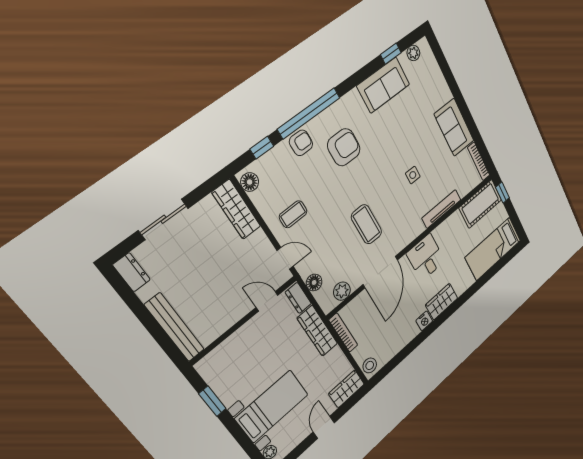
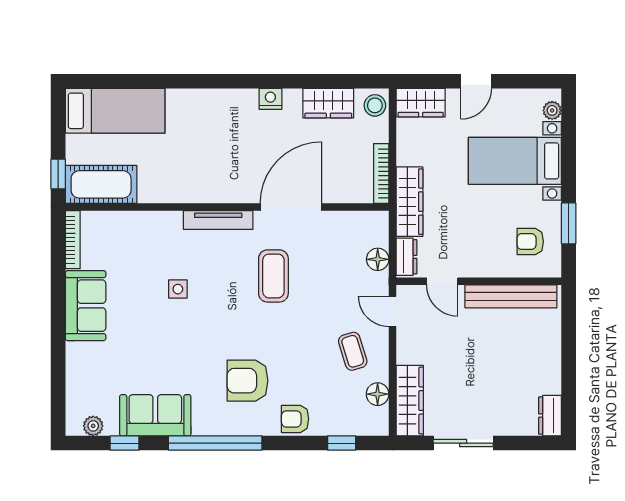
window: (309, 113) -> (215, 443), moved
floor lamp: (250, 182) -> (378, 394), moved
tv unit: (441, 209) -> (218, 220), moved
coffee table: (293, 214) -> (353, 351), turned 73
sliding door: (163, 219) -> (463, 443), moved
desk: (426, 257) -> (220, 177), removed
plant: (342, 291) -> (352, 223), removed
wardrobe: (442, 302) -> (328, 103), moved
bench: (175, 327) -> (511, 296), moved, turned 90
armchair: (229, 370) -> (530, 242), added

